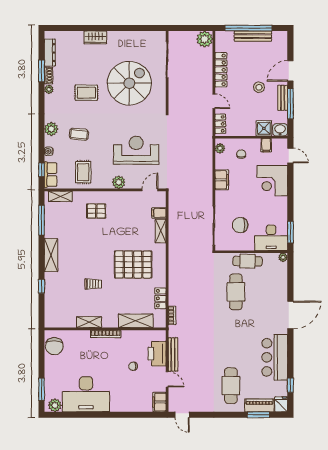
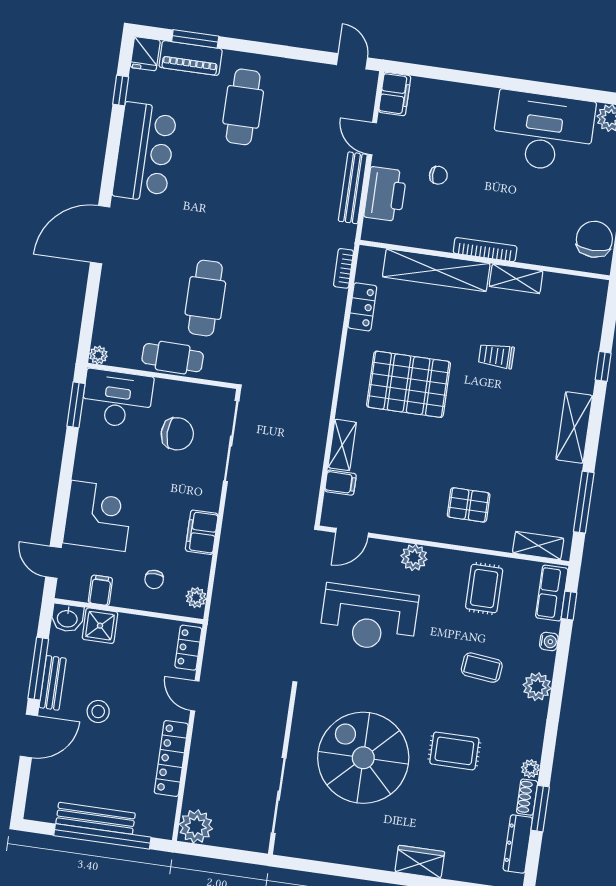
spiral stairs: (129, 83) -> (363, 758), turned 90
shelving: (136, 321) -> (436, 270), width x1.47

